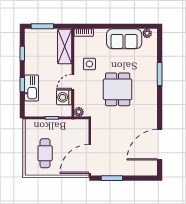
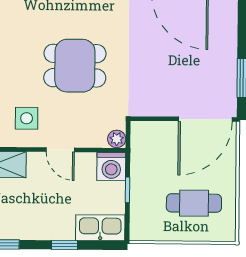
kitchen sink: (32, 88) -> (100, 228), moved
washing machine: (64, 97) -> (111, 167), moved
door: (90, 159) -> (205, 119), hinge flipped

